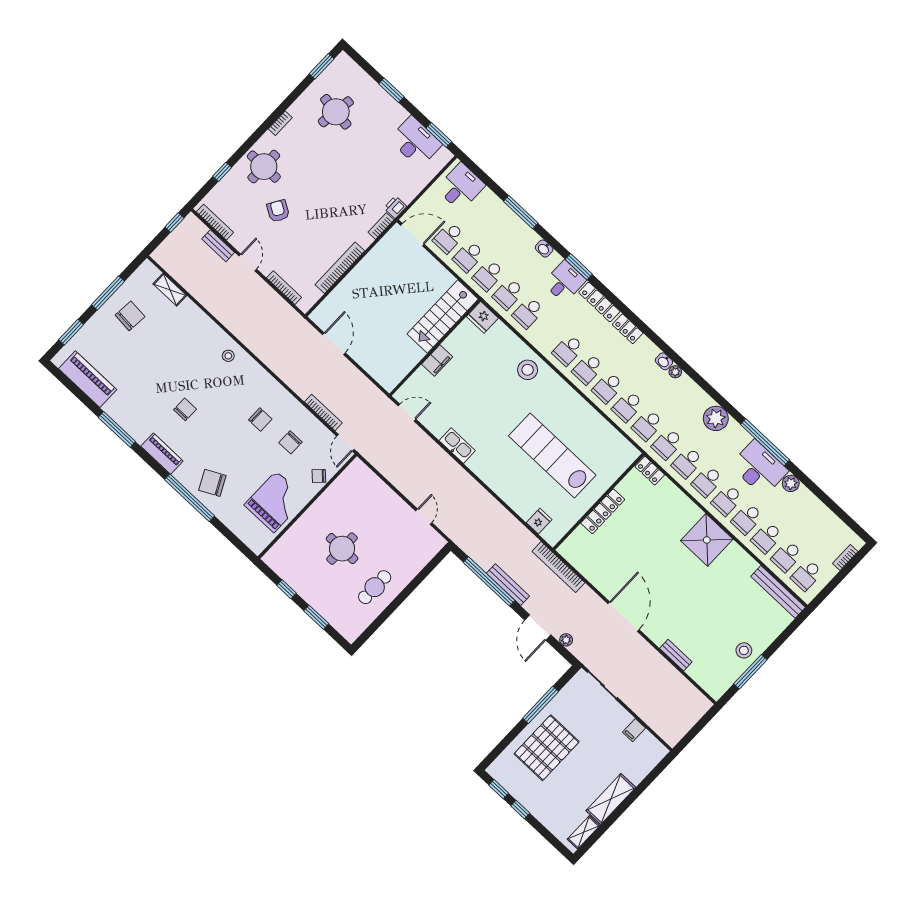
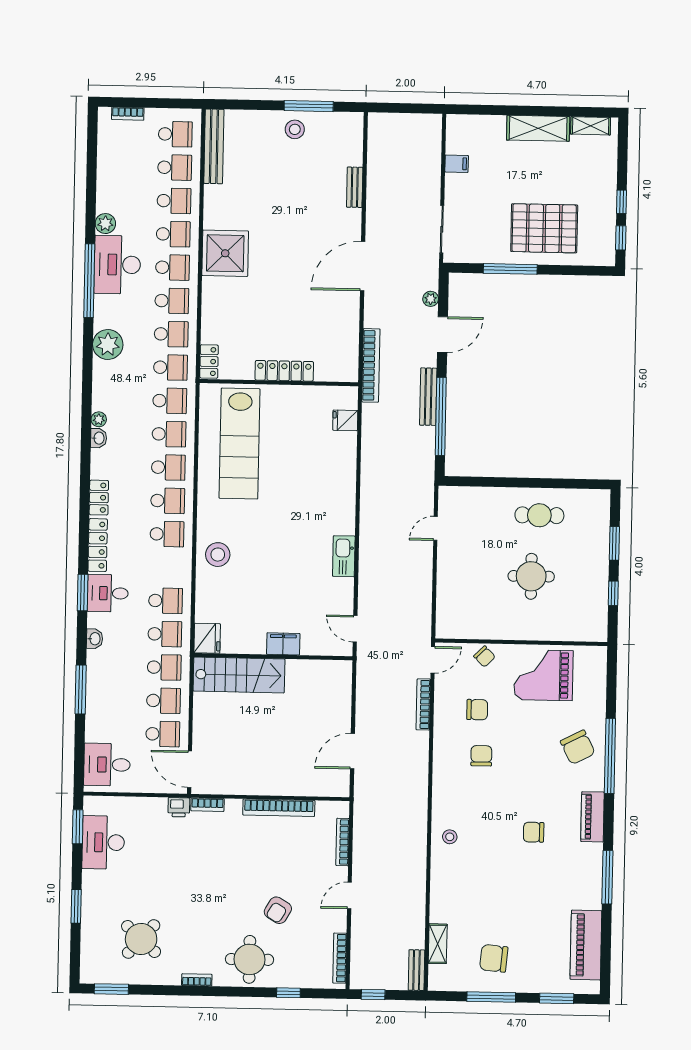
round table: (336, 112) -> (141, 939), turned 34
bench: (218, 246) -> (416, 970), moved
lab bench: (552, 455) -> (240, 444), moved

